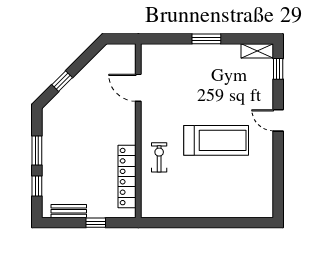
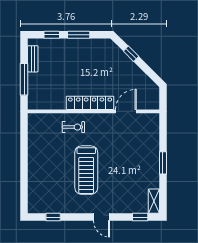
door: (278, 120) -> (101, 217), swing flipped
locker: (127, 177) -> (90, 103), moved
window: (278, 184) -> (53, 217), added
window: (96, 223) -> (24, 79), width x2.17

